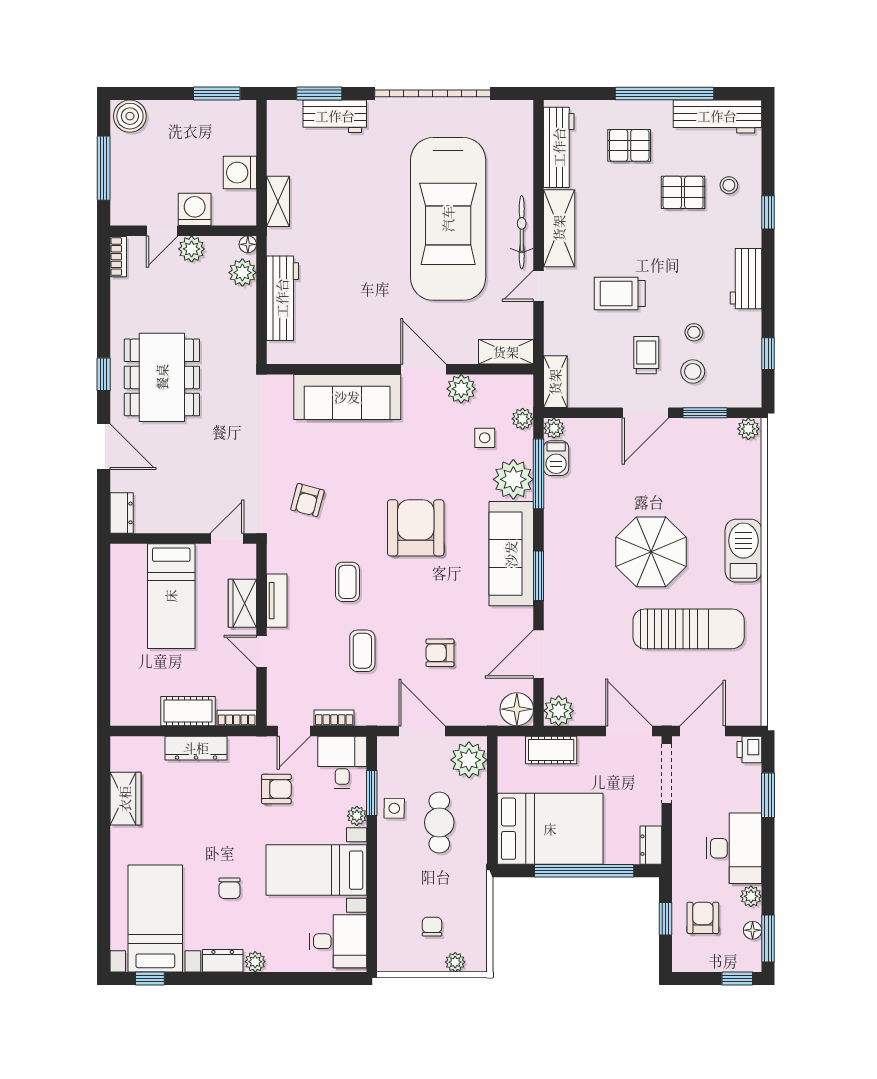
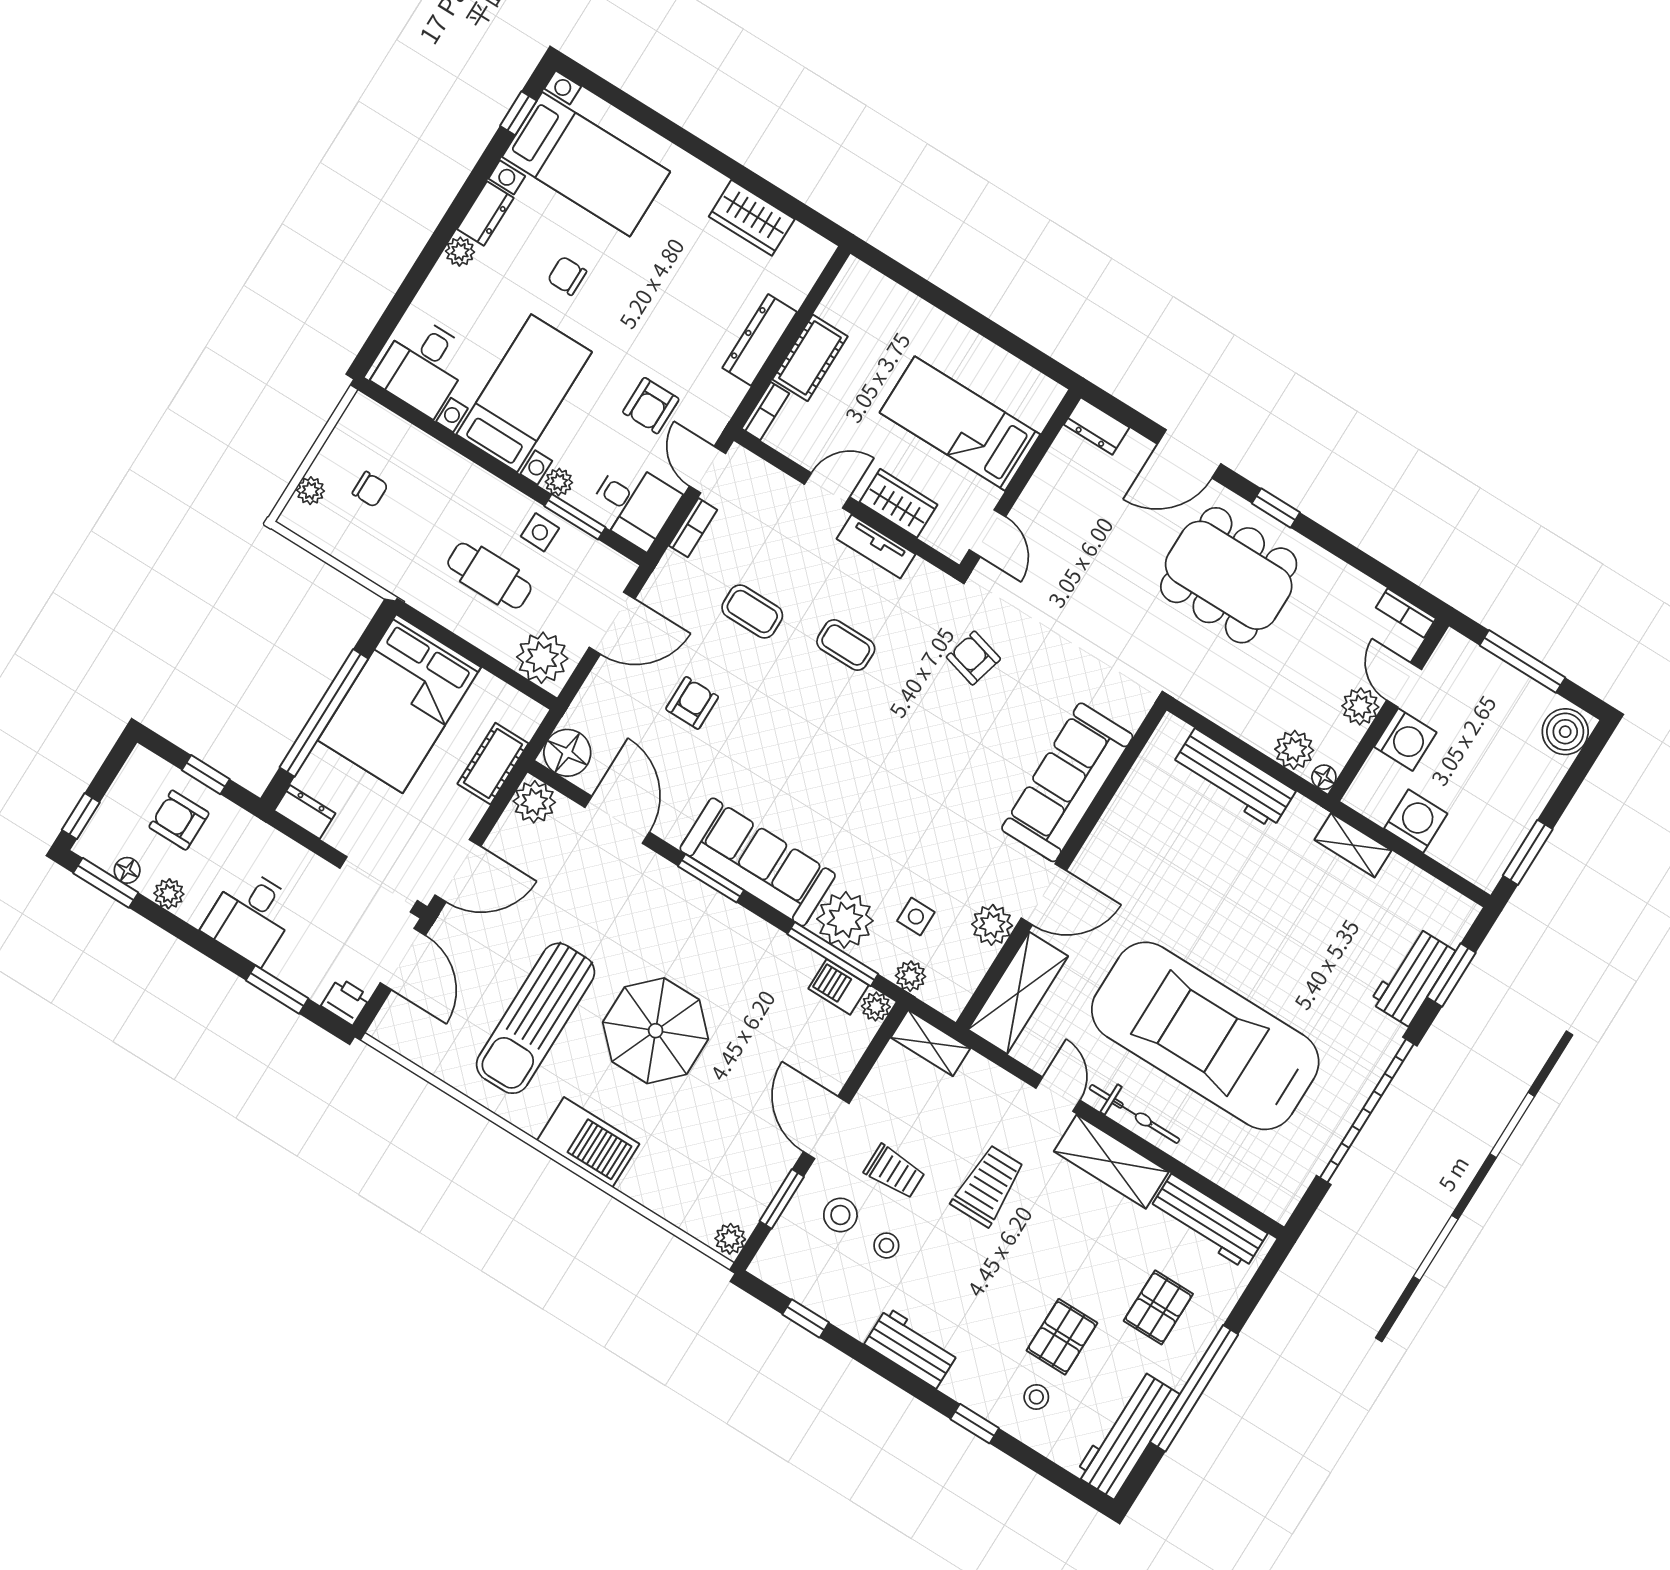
shelving: (506, 352) -> (1018, 993), width x1.50, depth x1.33
armchair: (416, 528) -> (860, 767), removed
desk: (734, 848) -> (251, 916), width x0.73
armchair: (703, 918) -> (179, 820), turned 180

